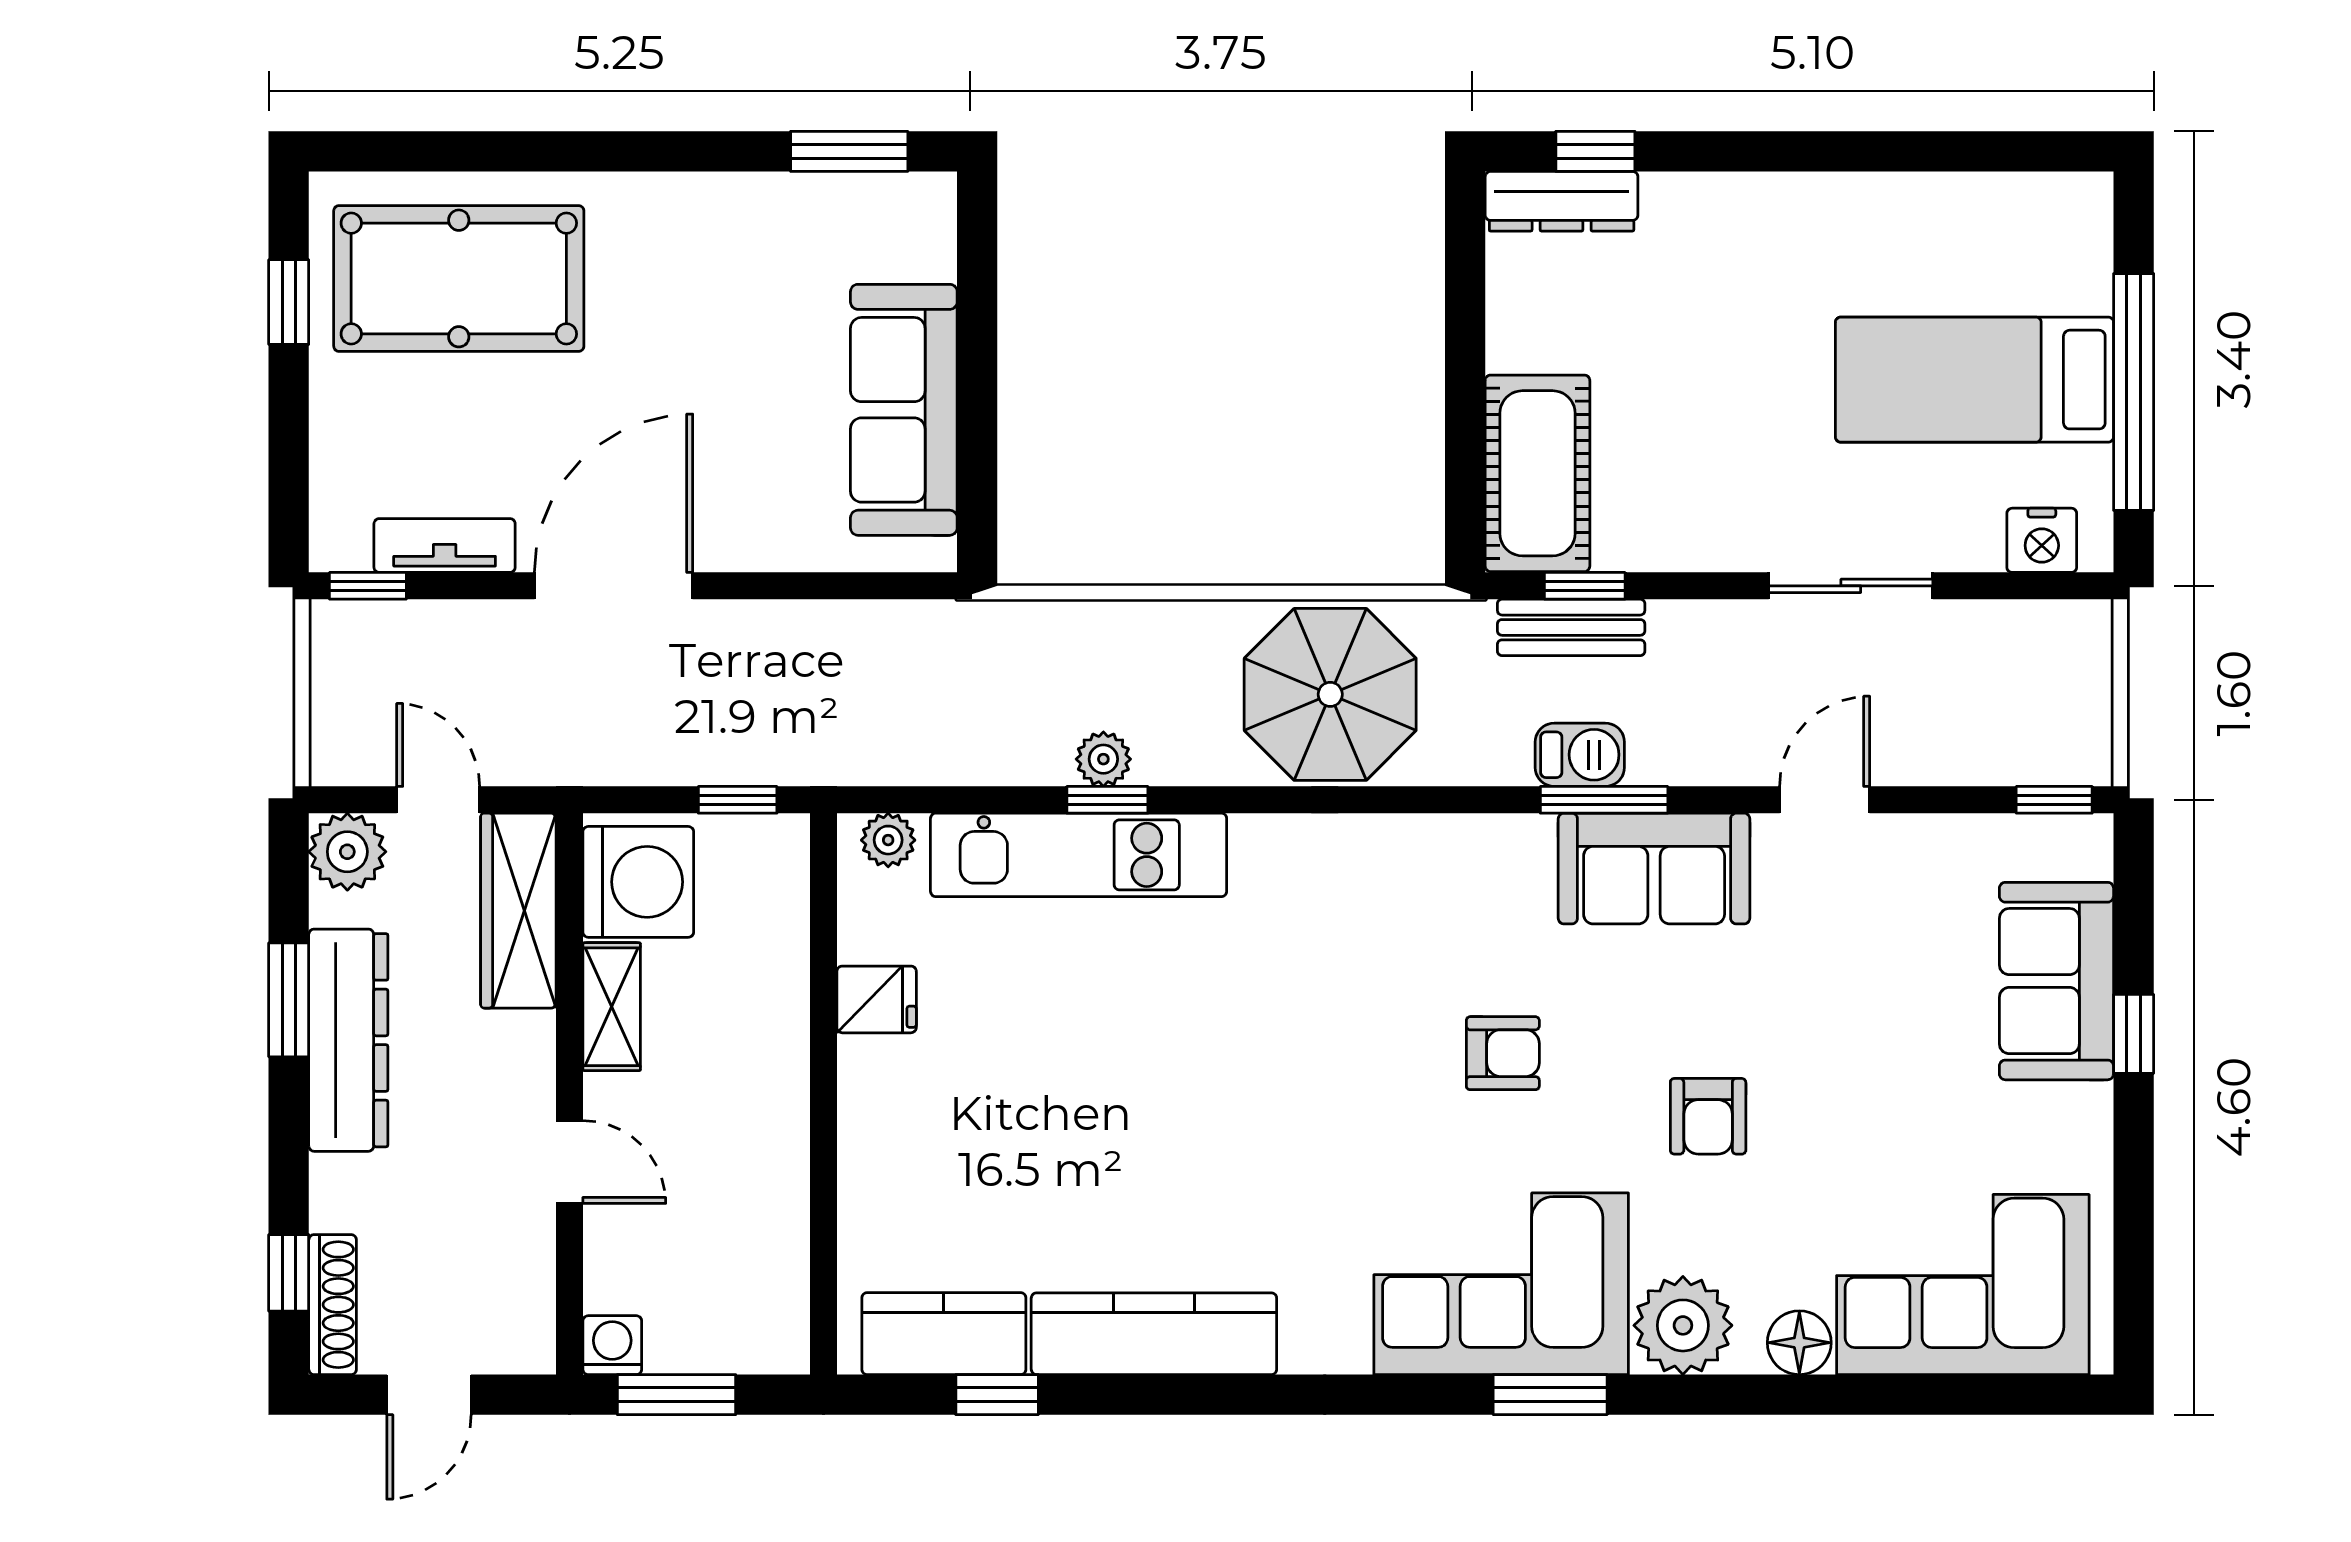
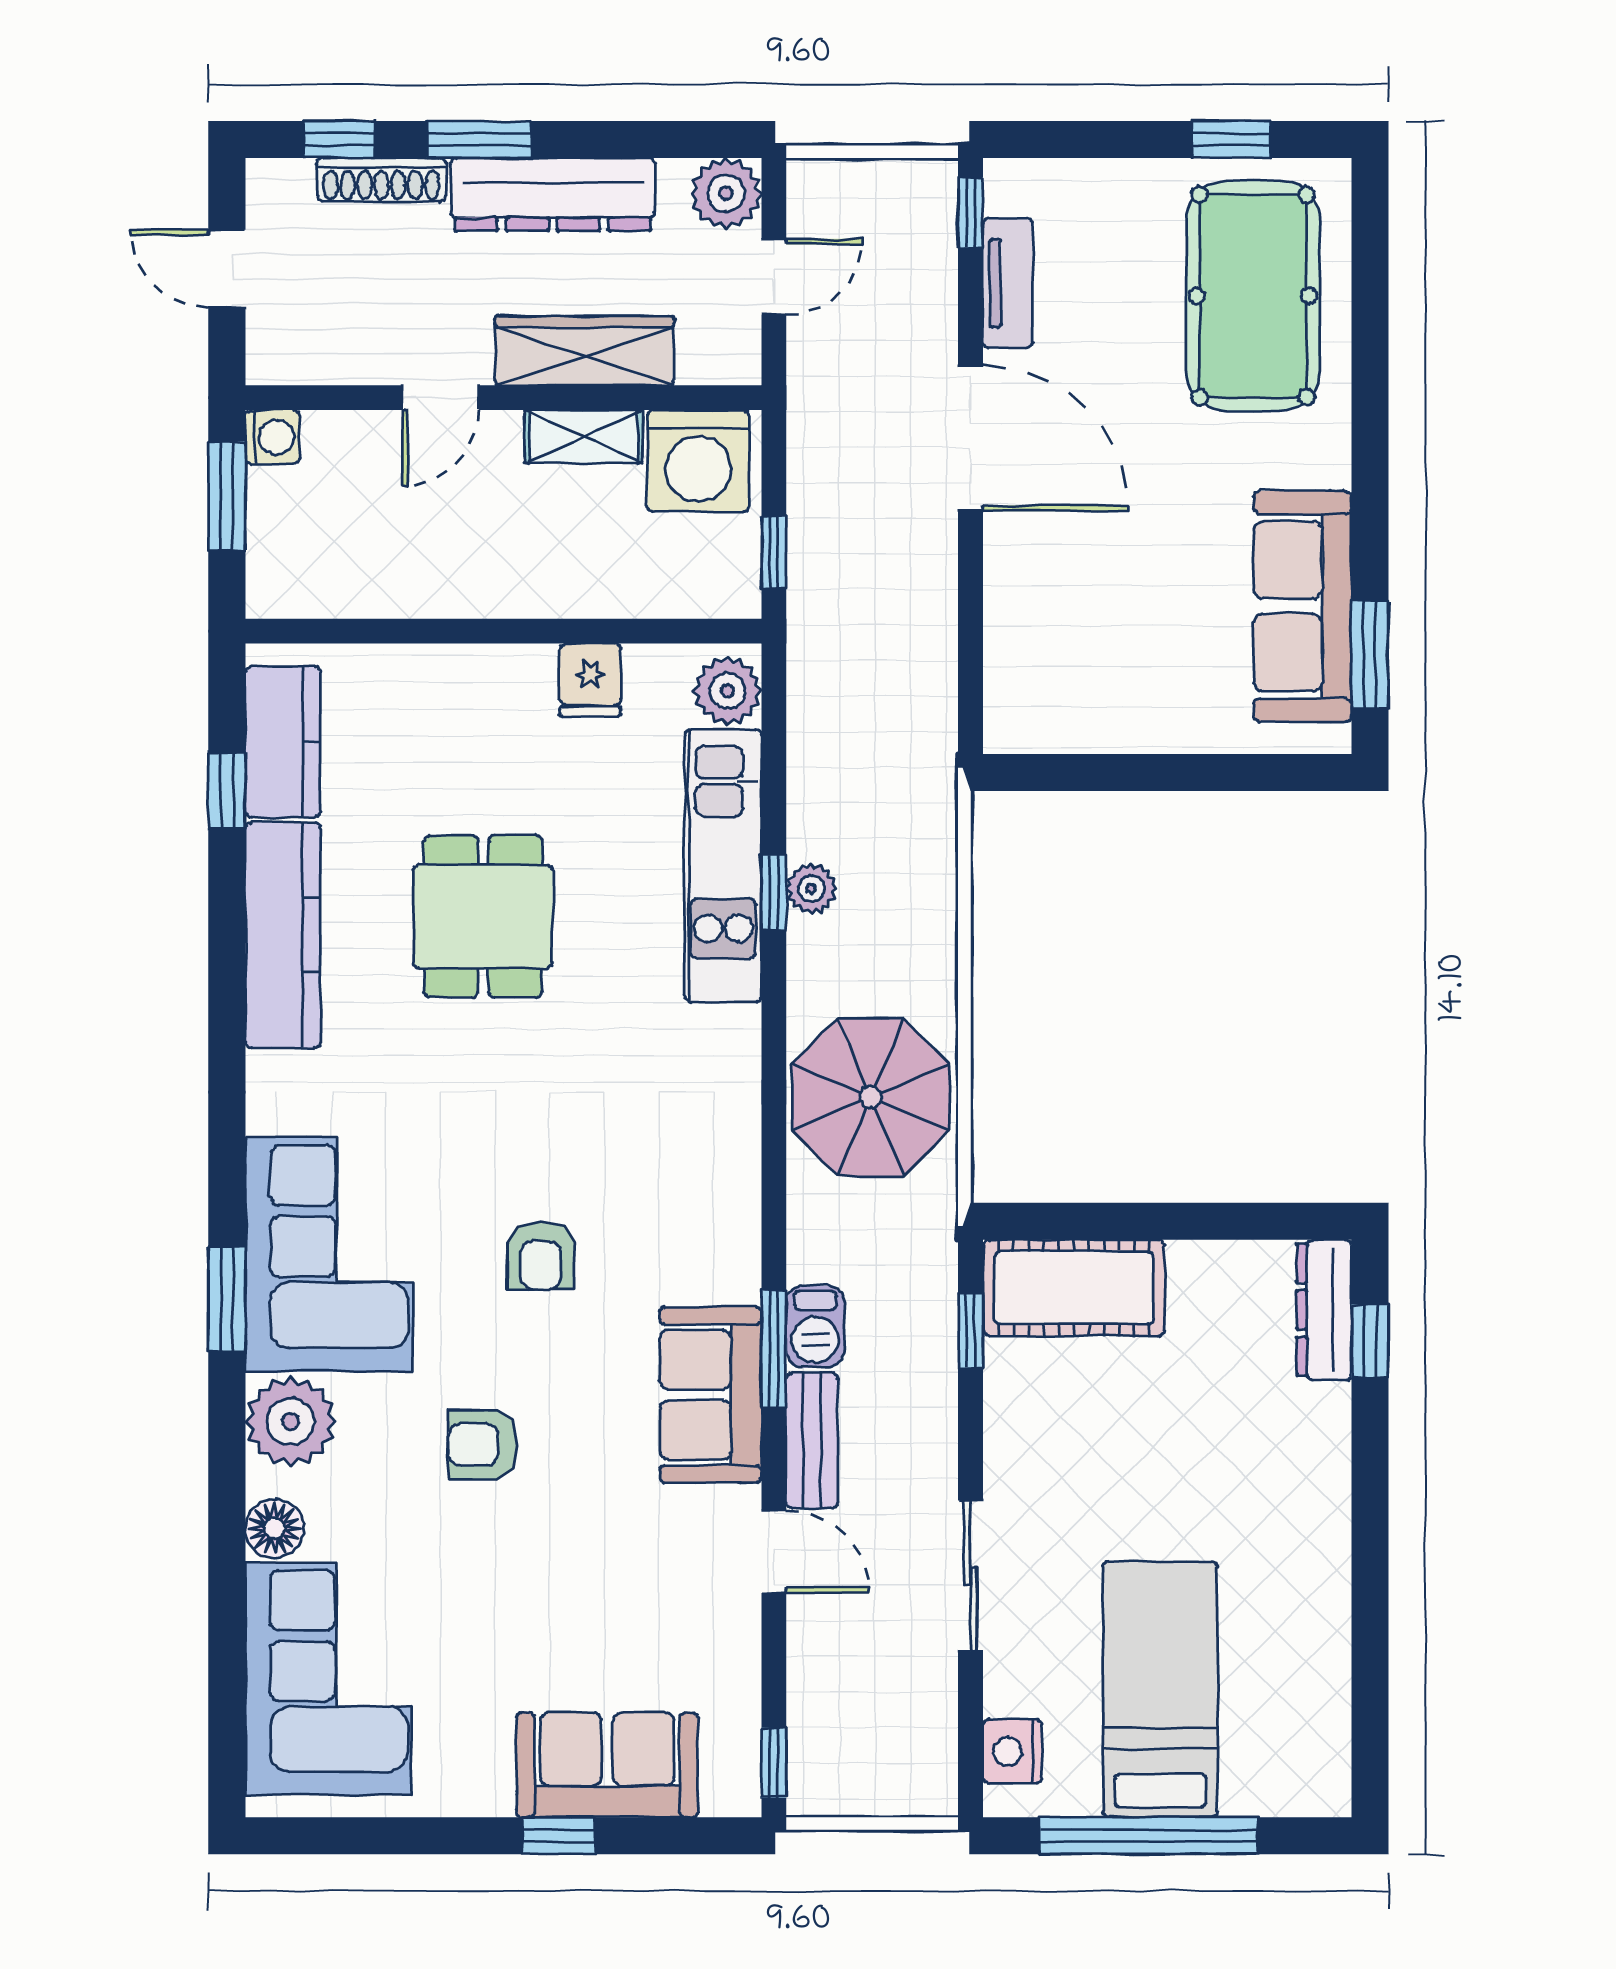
sofa: (904, 410) -> (1303, 606), moved, turned -90
bench: (1571, 627) -> (812, 1440), moved
plant: (888, 840) -> (728, 691), width x1.38, depth x1.38
wardrobe: (518, 911) -> (584, 351), moved
window: (289, 1000) -> (479, 140), moved
dining table: (1134, 1116) -> (483, 916), added
shoe rack: (333, 1305) -> (381, 180), moved

